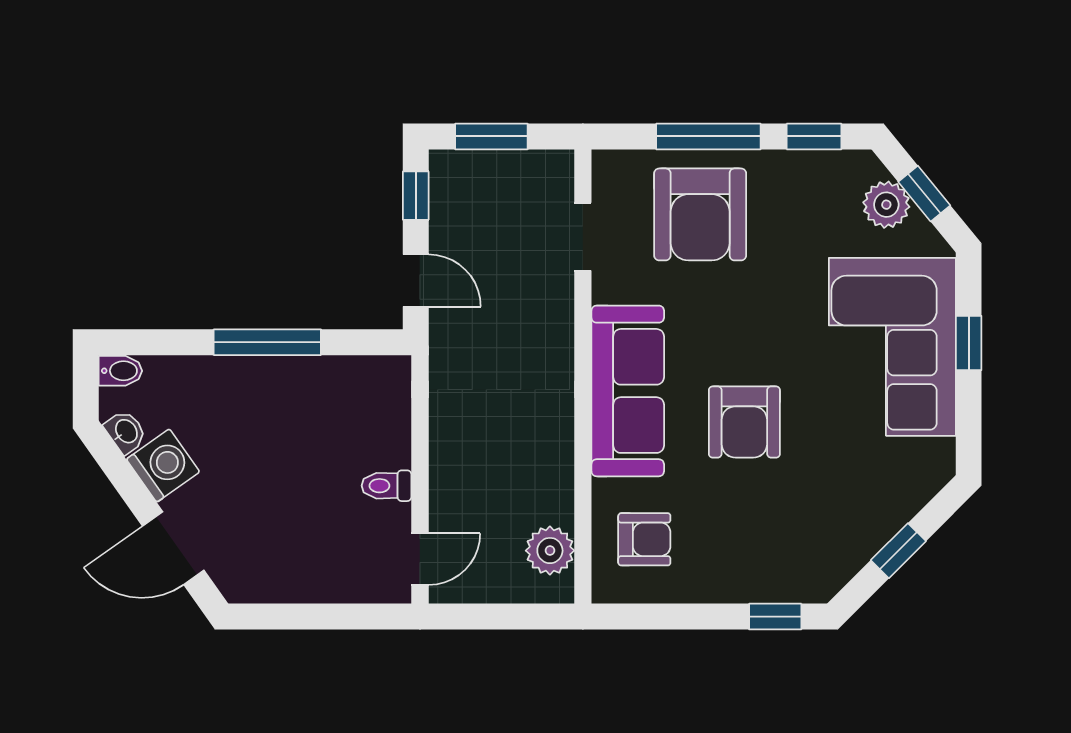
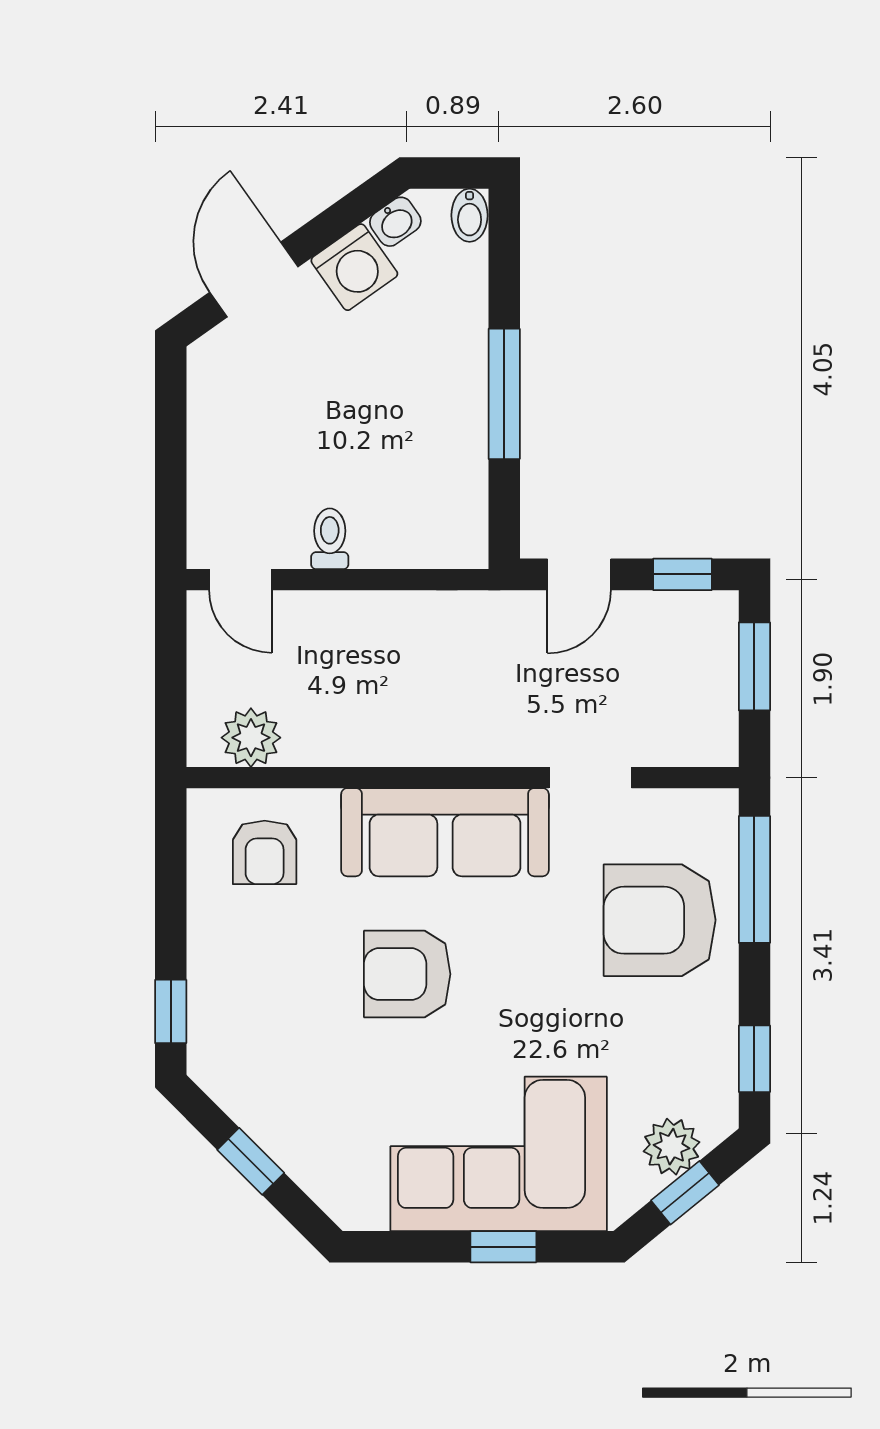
window: (708, 136) -> (754, 879), moved
doorway: (583, 237) -> (590, 778), moved

